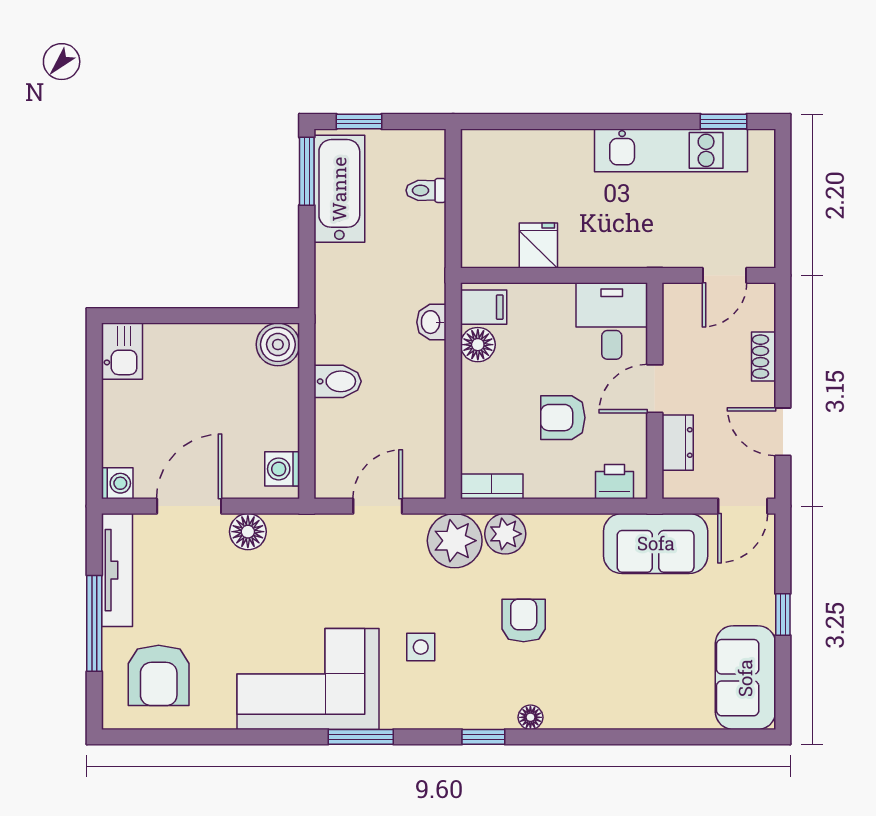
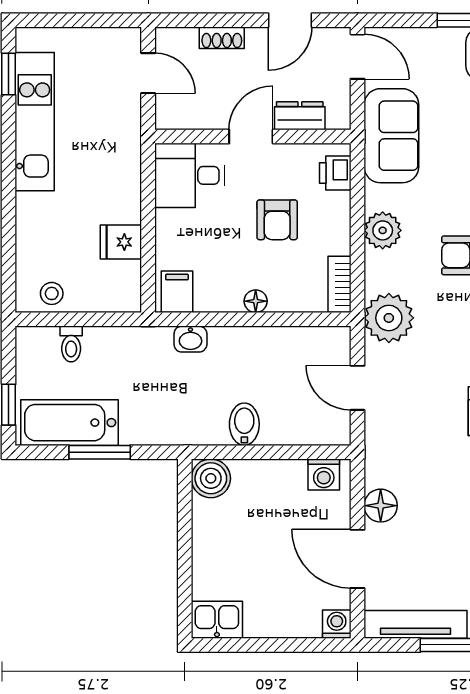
stool: (482, 169) -> (52, 293), added
window: (307, 171) -> (100, 452), moved
floor lamp: (478, 345) -> (256, 301), moved, width x0.73, depth x0.73
door: (655, 389) -> (251, 136), swing flipped
plant: (505, 534) -> (383, 230), moved

